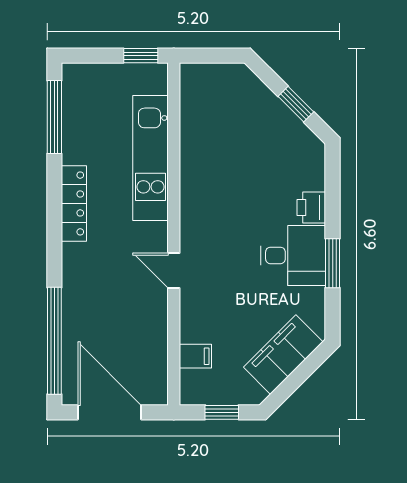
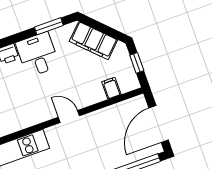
window: (333, 263) -> (49, 26), moved
door: (174, 271) -> (69, 117), swing flipped

